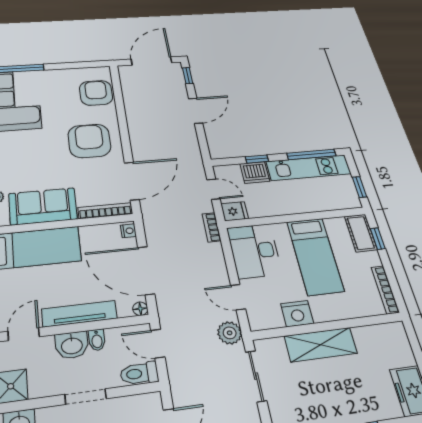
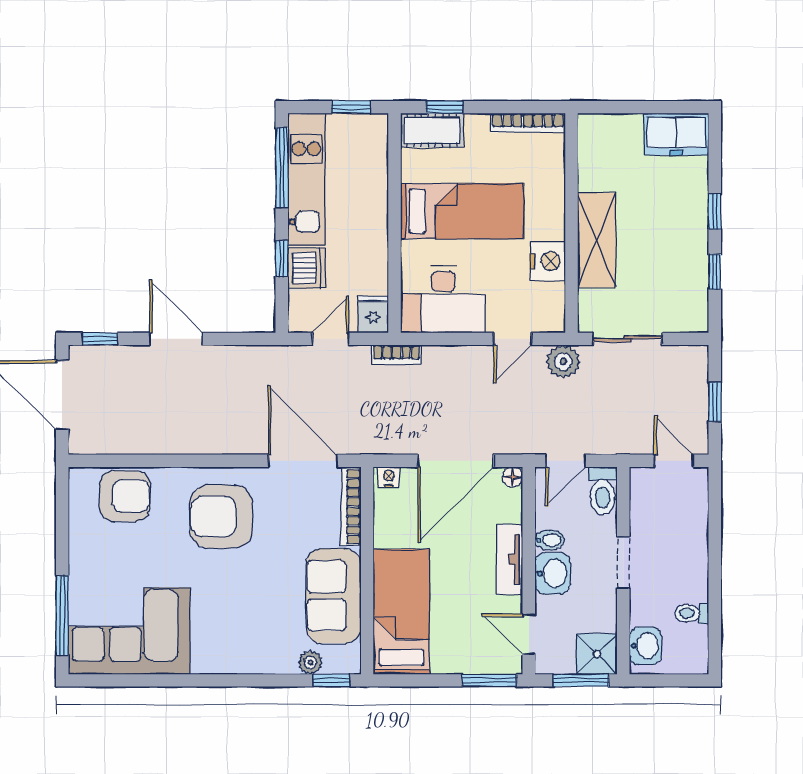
armchair: (96, 93) -> (125, 496), turned 180
tv unit: (79, 314) -> (509, 559), width x0.71

